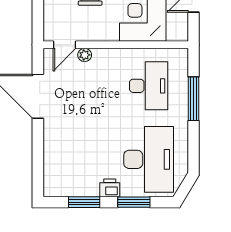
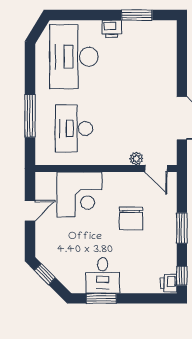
door: (64, 45) -> (156, 169), swing flipped
window: (134, 202) -> (88, 15), removed

